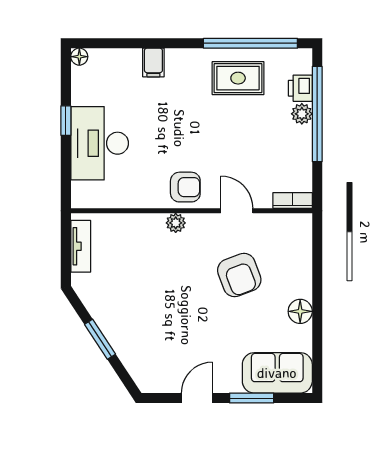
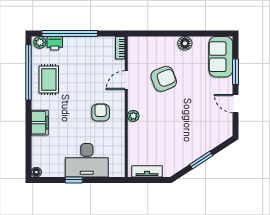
filing cabinet: (153, 62) -> (40, 123), width x2.00
plant: (302, 114) -> (40, 42), moved
armchair: (185, 187) -> (101, 112), moved

